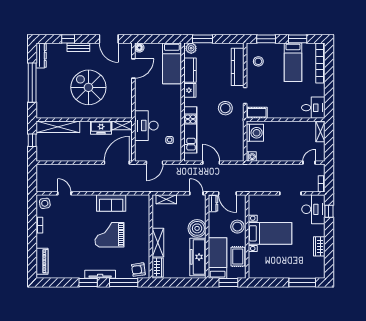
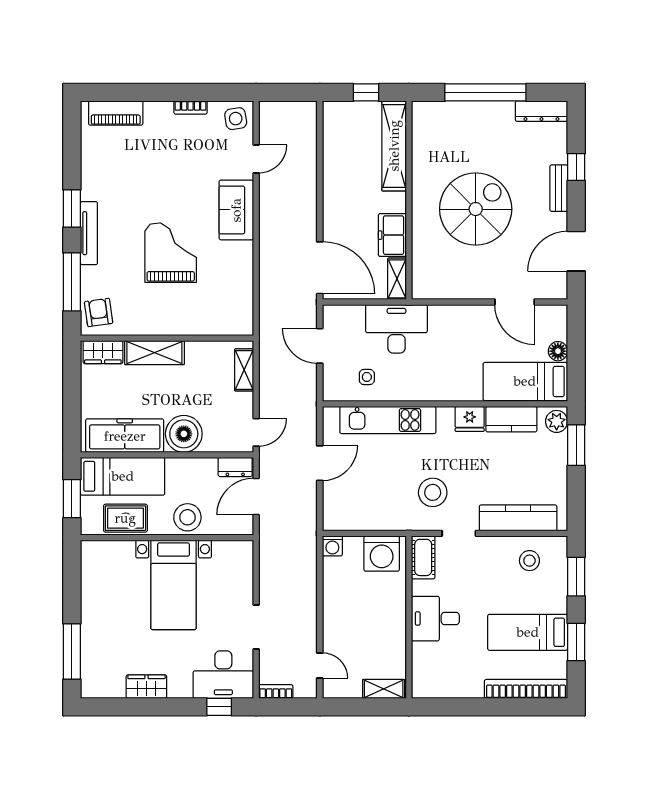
floor lamp: (139, 48) -> (558, 351), moved
desk: (313, 108) -> (435, 619), moved, turned 90
sofa: (111, 203) -> (236, 210), moved

